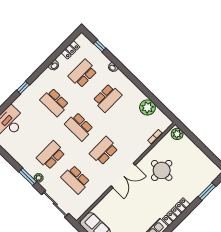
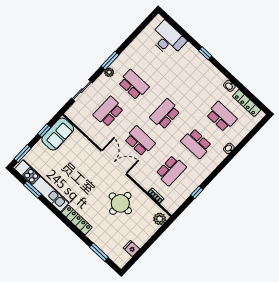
window: (100, 46) -> (197, 192), moved
locker: (71, 50) -> (247, 103), width x1.53
school desk: (54, 102) -> (171, 170), moved, turned 180
plant: (147, 107) -> (187, 187), removed
fridge: (204, 161) -> (131, 249), added
double door: (123, 176) -> (114, 162), swing flipped
sliding door: (55, 204) -> (82, 91), width x0.73

